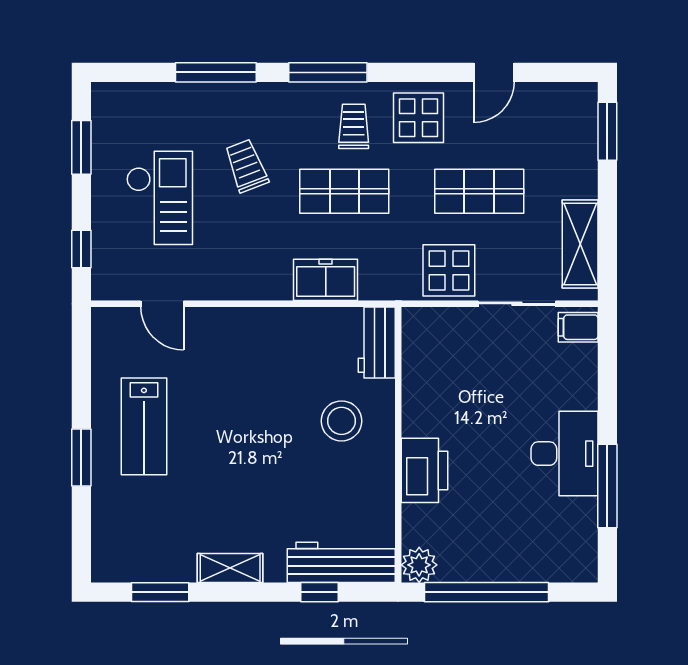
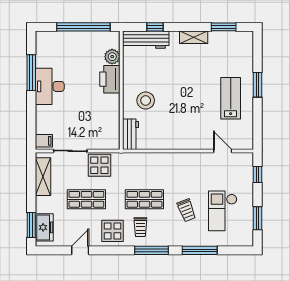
checkout: (160, 198) -> (223, 211), moved
freezer: (326, 280) -> (44, 227), moved, turned -90
plant: (419, 565) -> (112, 57), moved

